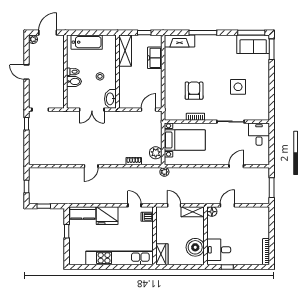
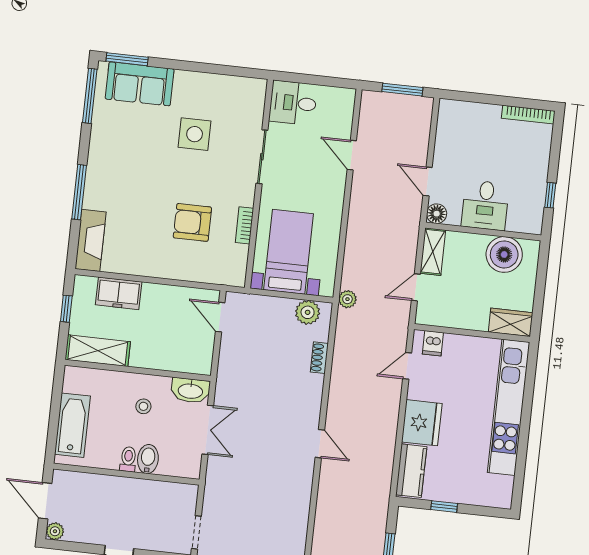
sofa: (253, 44) -> (140, 84), moved, turned 90
desk: (219, 250) -> (485, 205), moved

